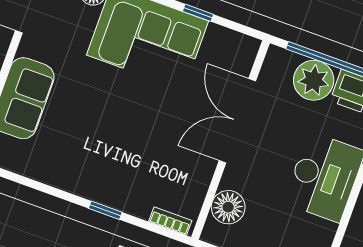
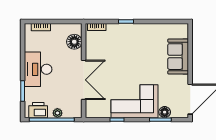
plant: (314, 80) -> (57, 113), width x0.53, depth x0.53

